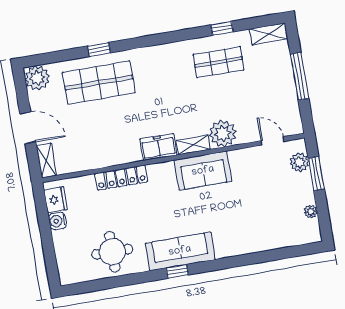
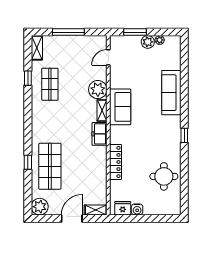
plant: (299, 162) -> (148, 42), moved
sofa: (180, 251) -> (171, 93), moved

